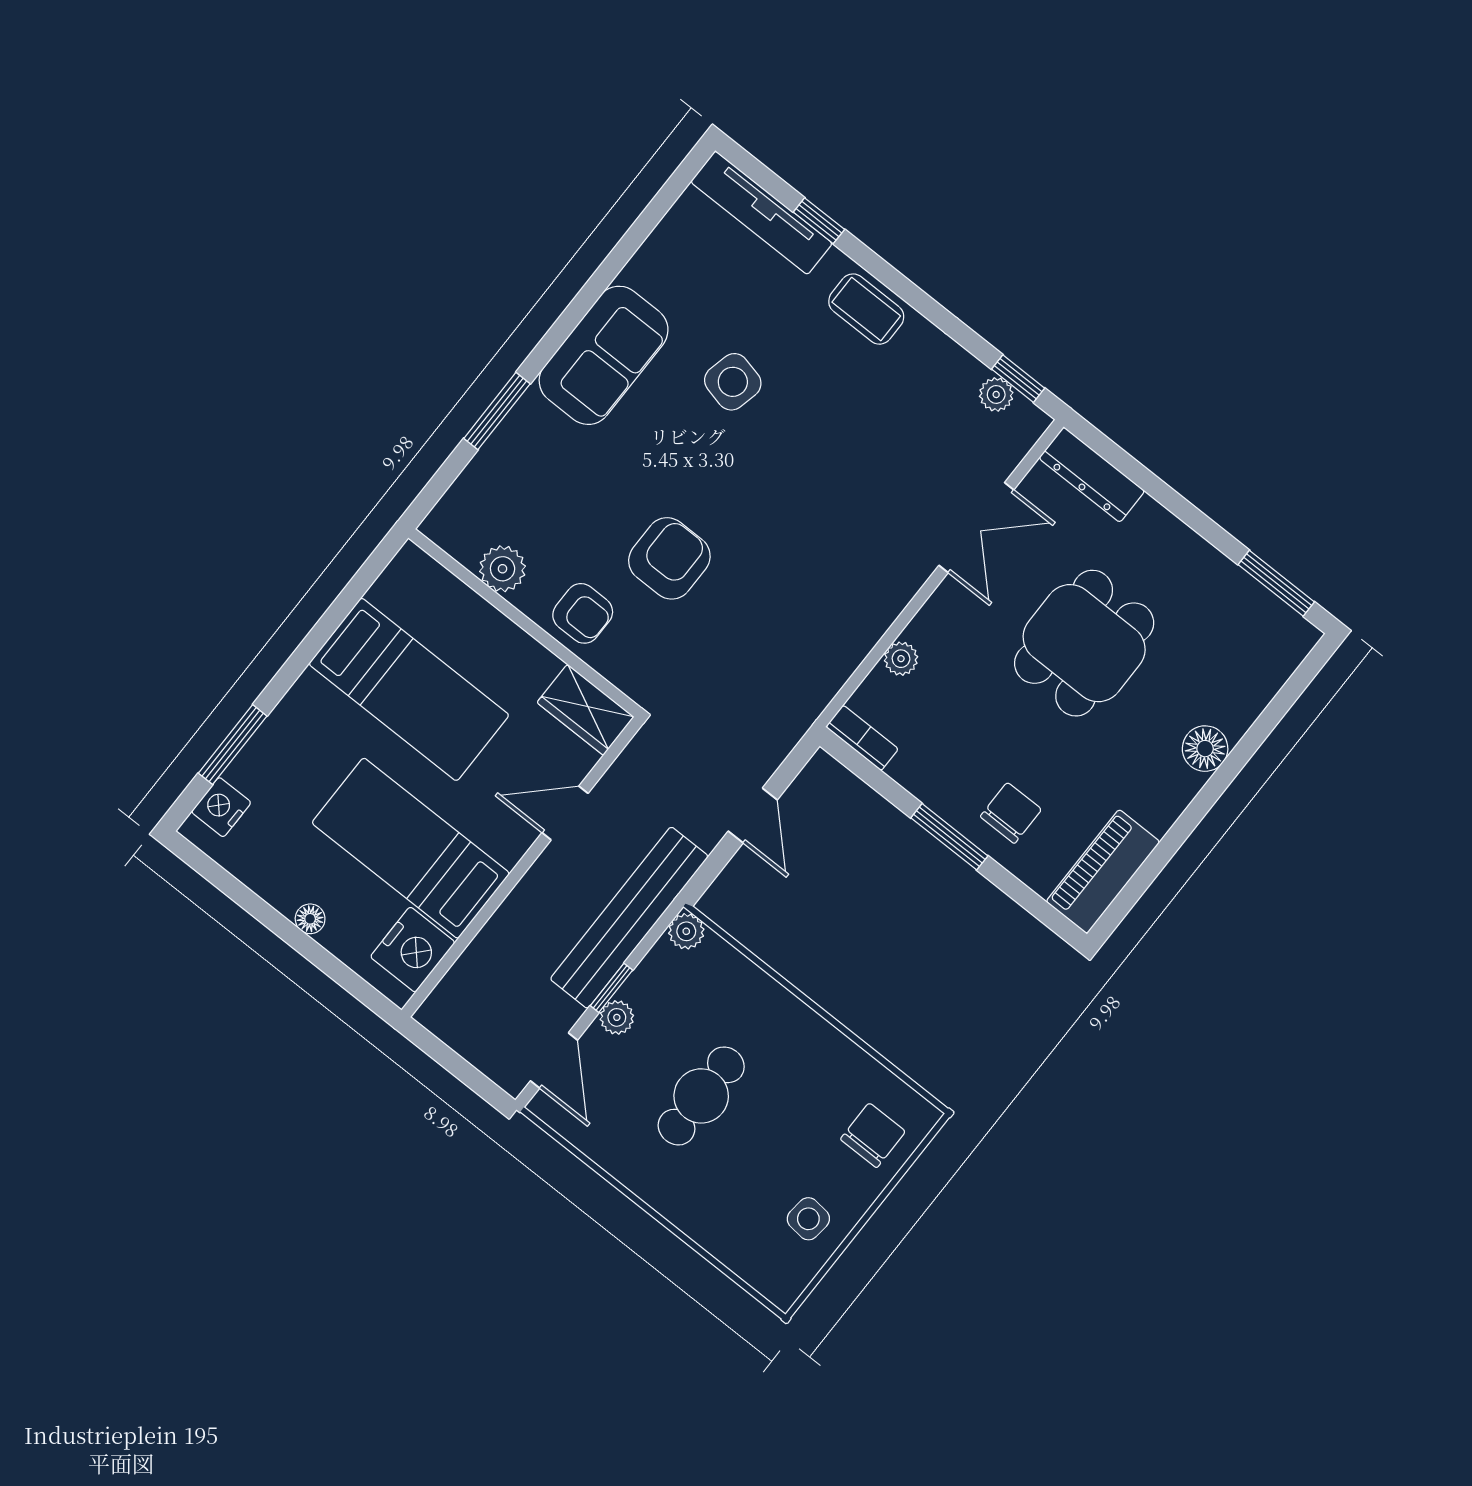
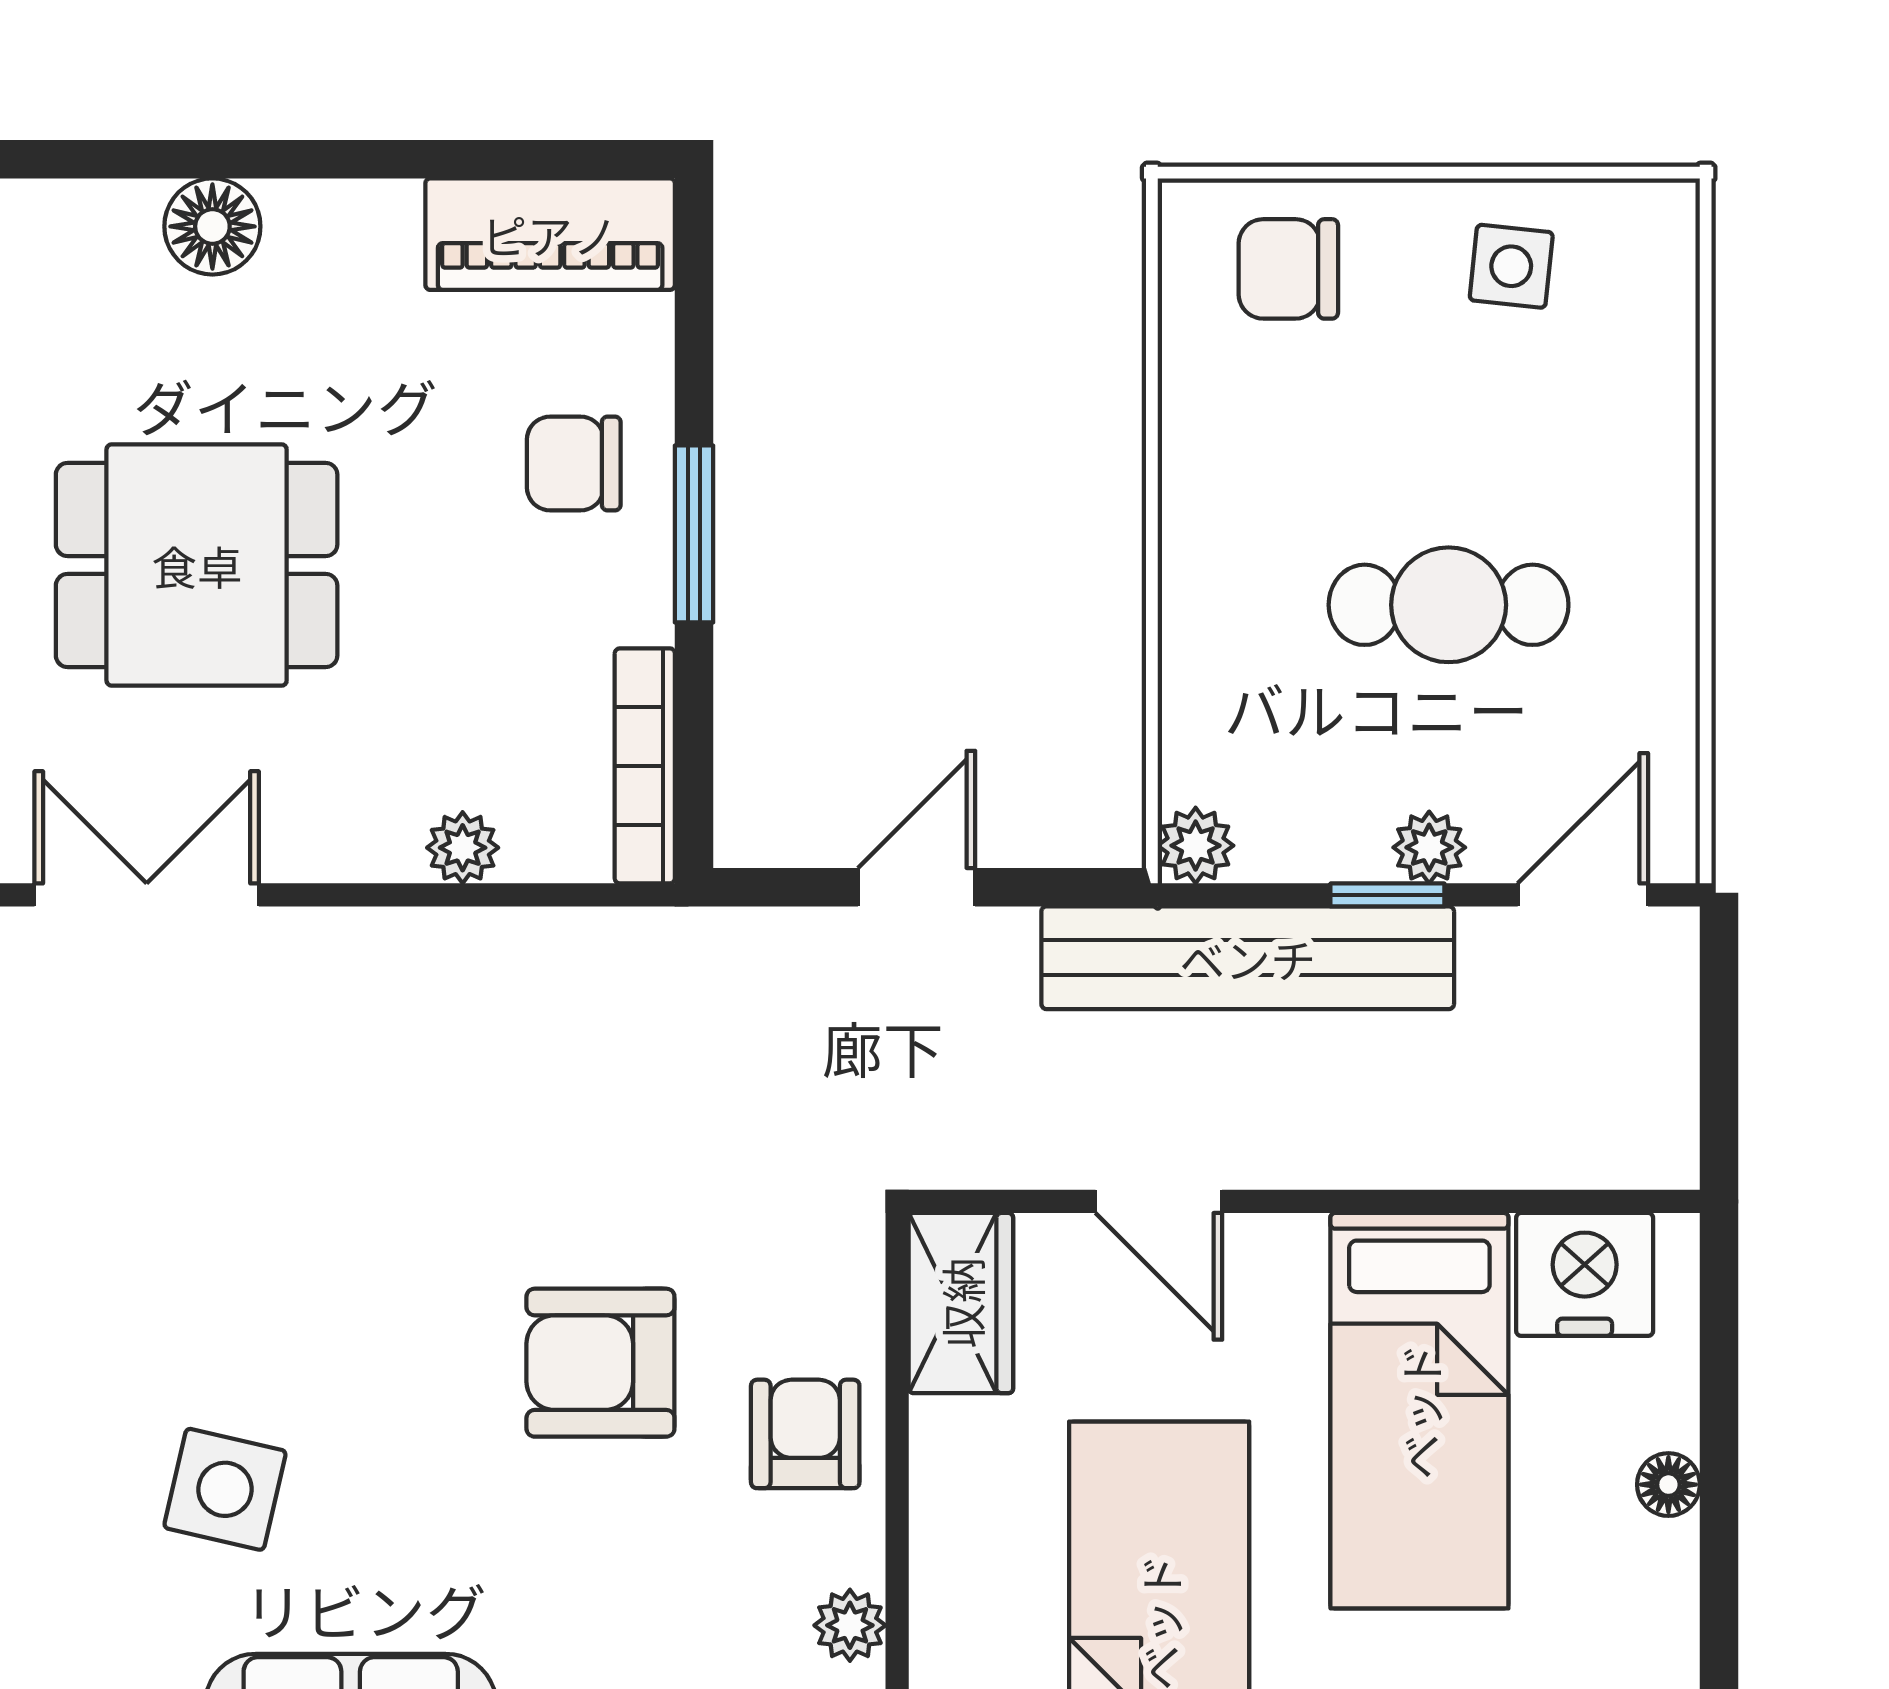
plant: (503, 569) -> (850, 1625), width x0.73, depth x0.73
bookcase: (862, 738) -> (645, 766), width x1.56

